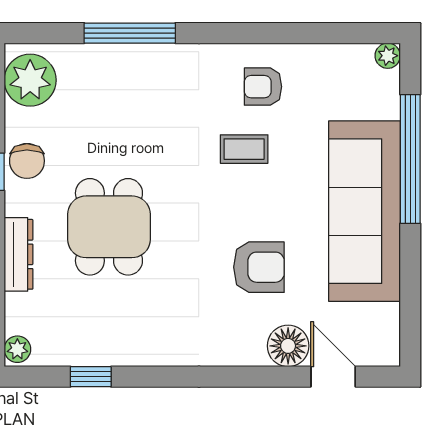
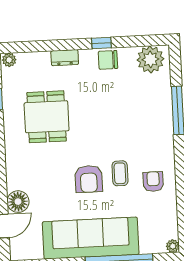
dining table: (109, 227) -> (47, 117), moved, turned 90
dresser: (18, 254) -> (65, 58), width x0.70
armchair: (259, 267) -> (89, 179), moved

